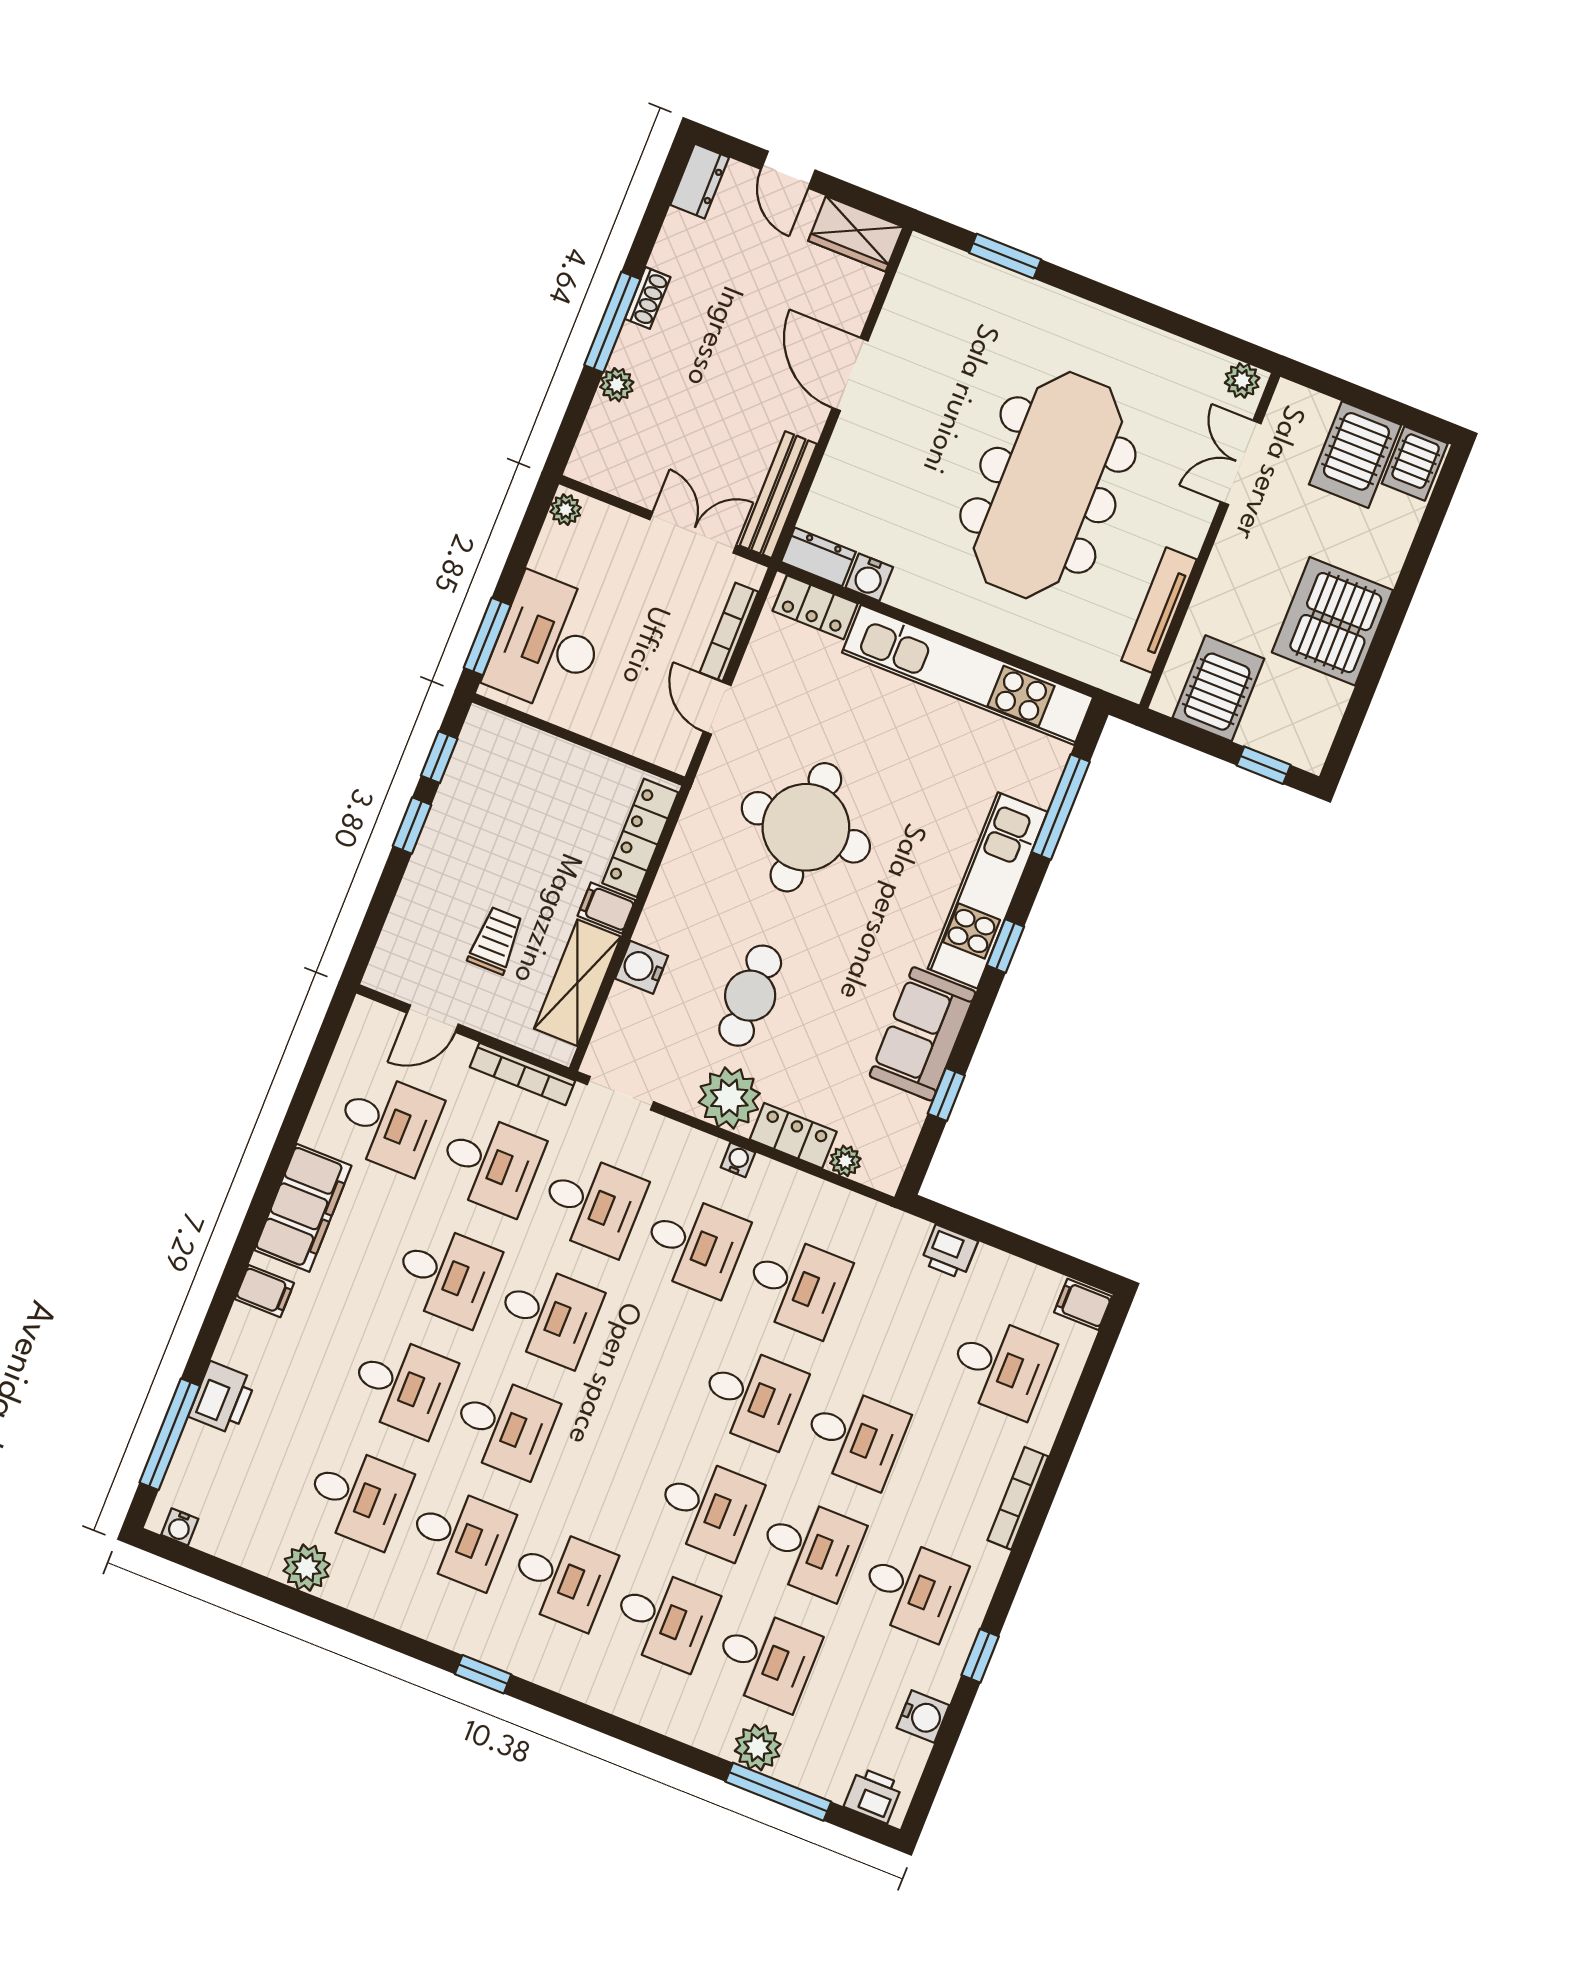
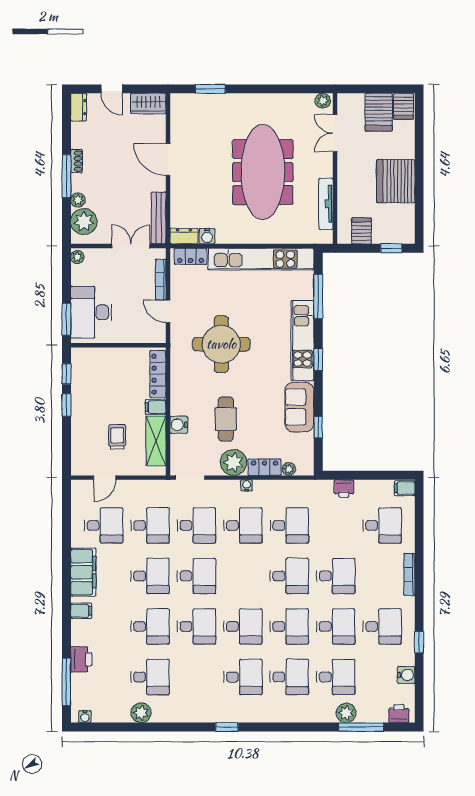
plant: (611, 437) -> (84, 222), added
server rack: (1218, 688) -> (362, 231), width x0.73, depth x0.70
bookcase: (523, 1074) -> (149, 485), removed
desk: (460, 1537) -> (243, 626), moved

